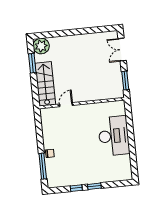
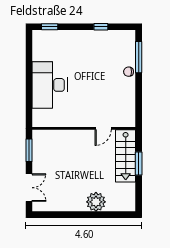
plant: (41, 46) -> (96, 202), moved
window: (32, 63) -> (139, 163), moved
window: (94, 186) -> (50, 27), moved

